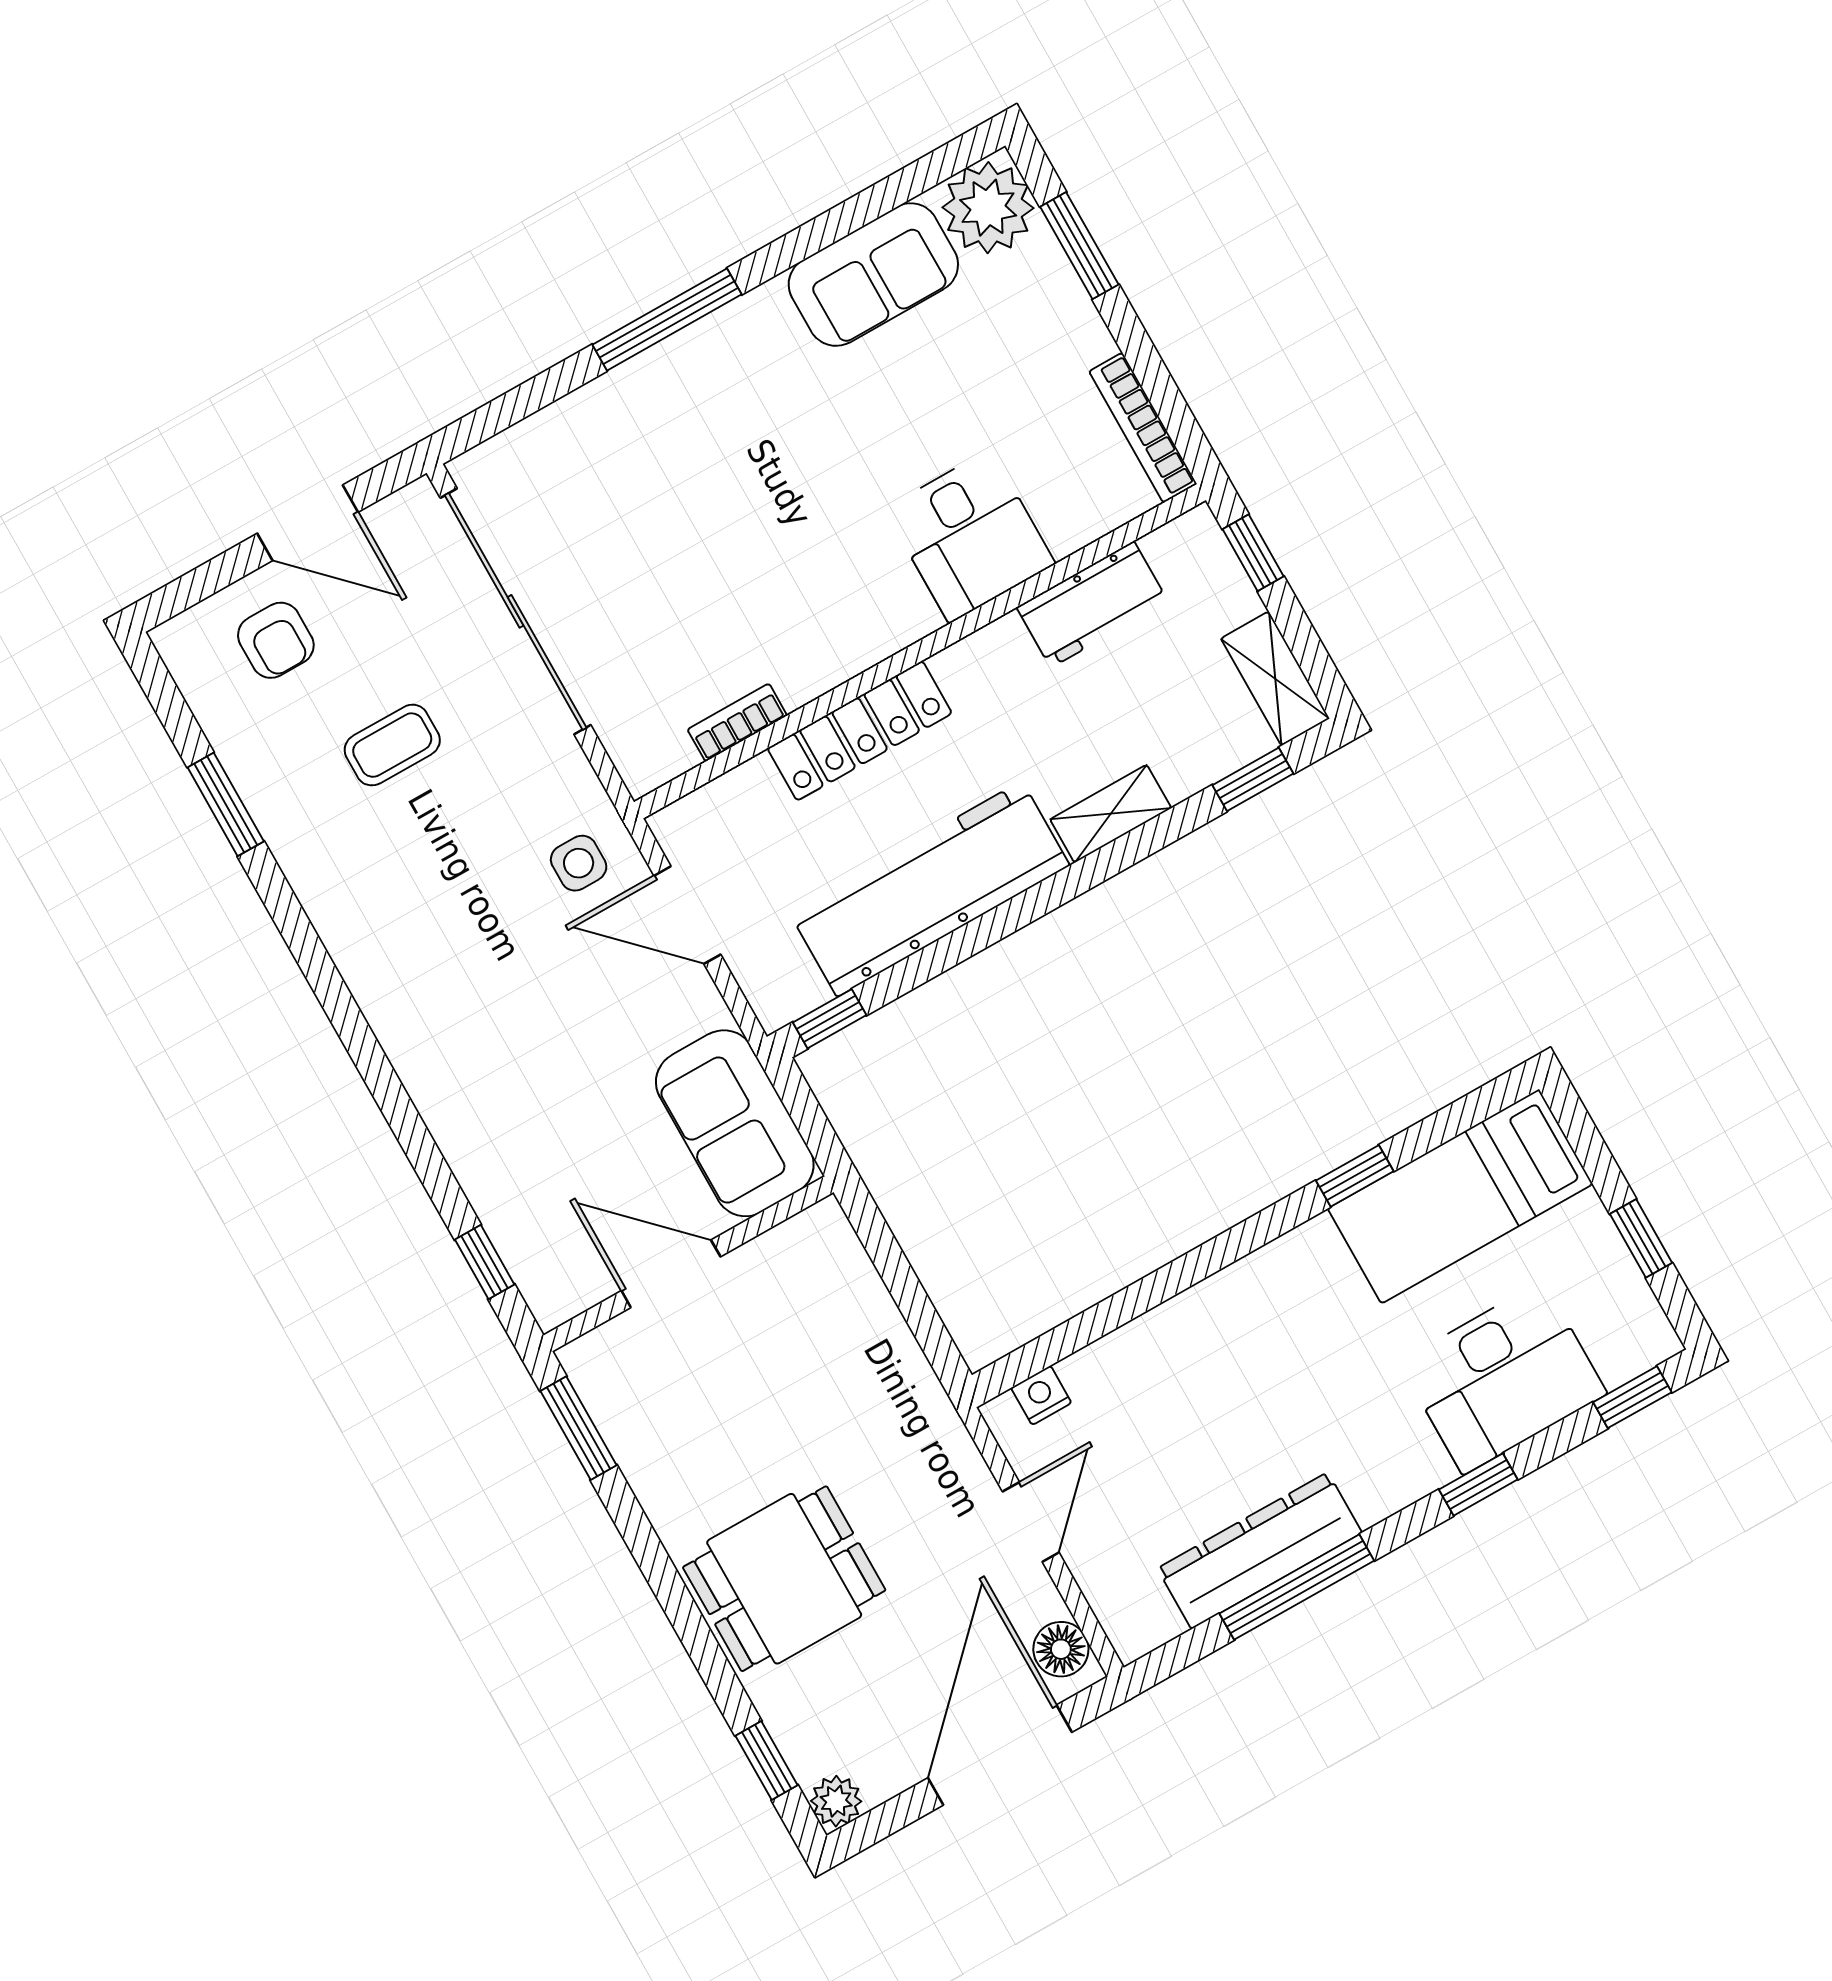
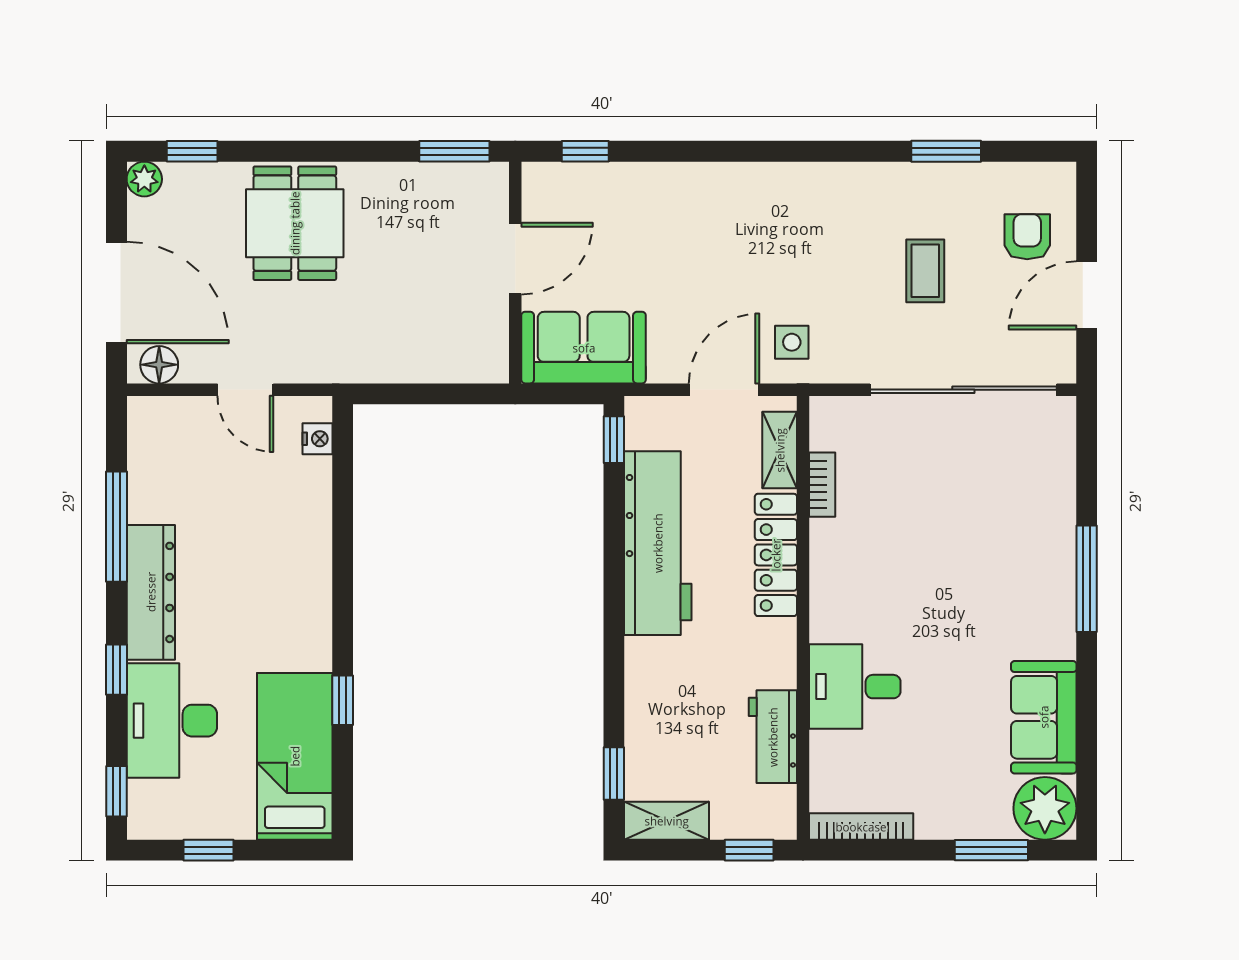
armchair: (276, 640) -> (1027, 237), turned 90
shelving: (1111, 814) -> (780, 450), moved
dresser: (1260, 1551) -> (151, 592), moved

